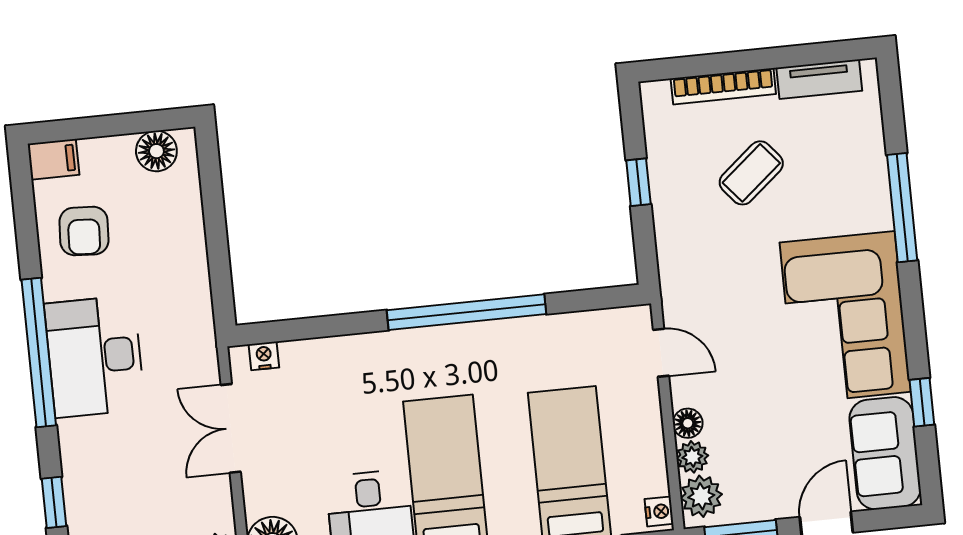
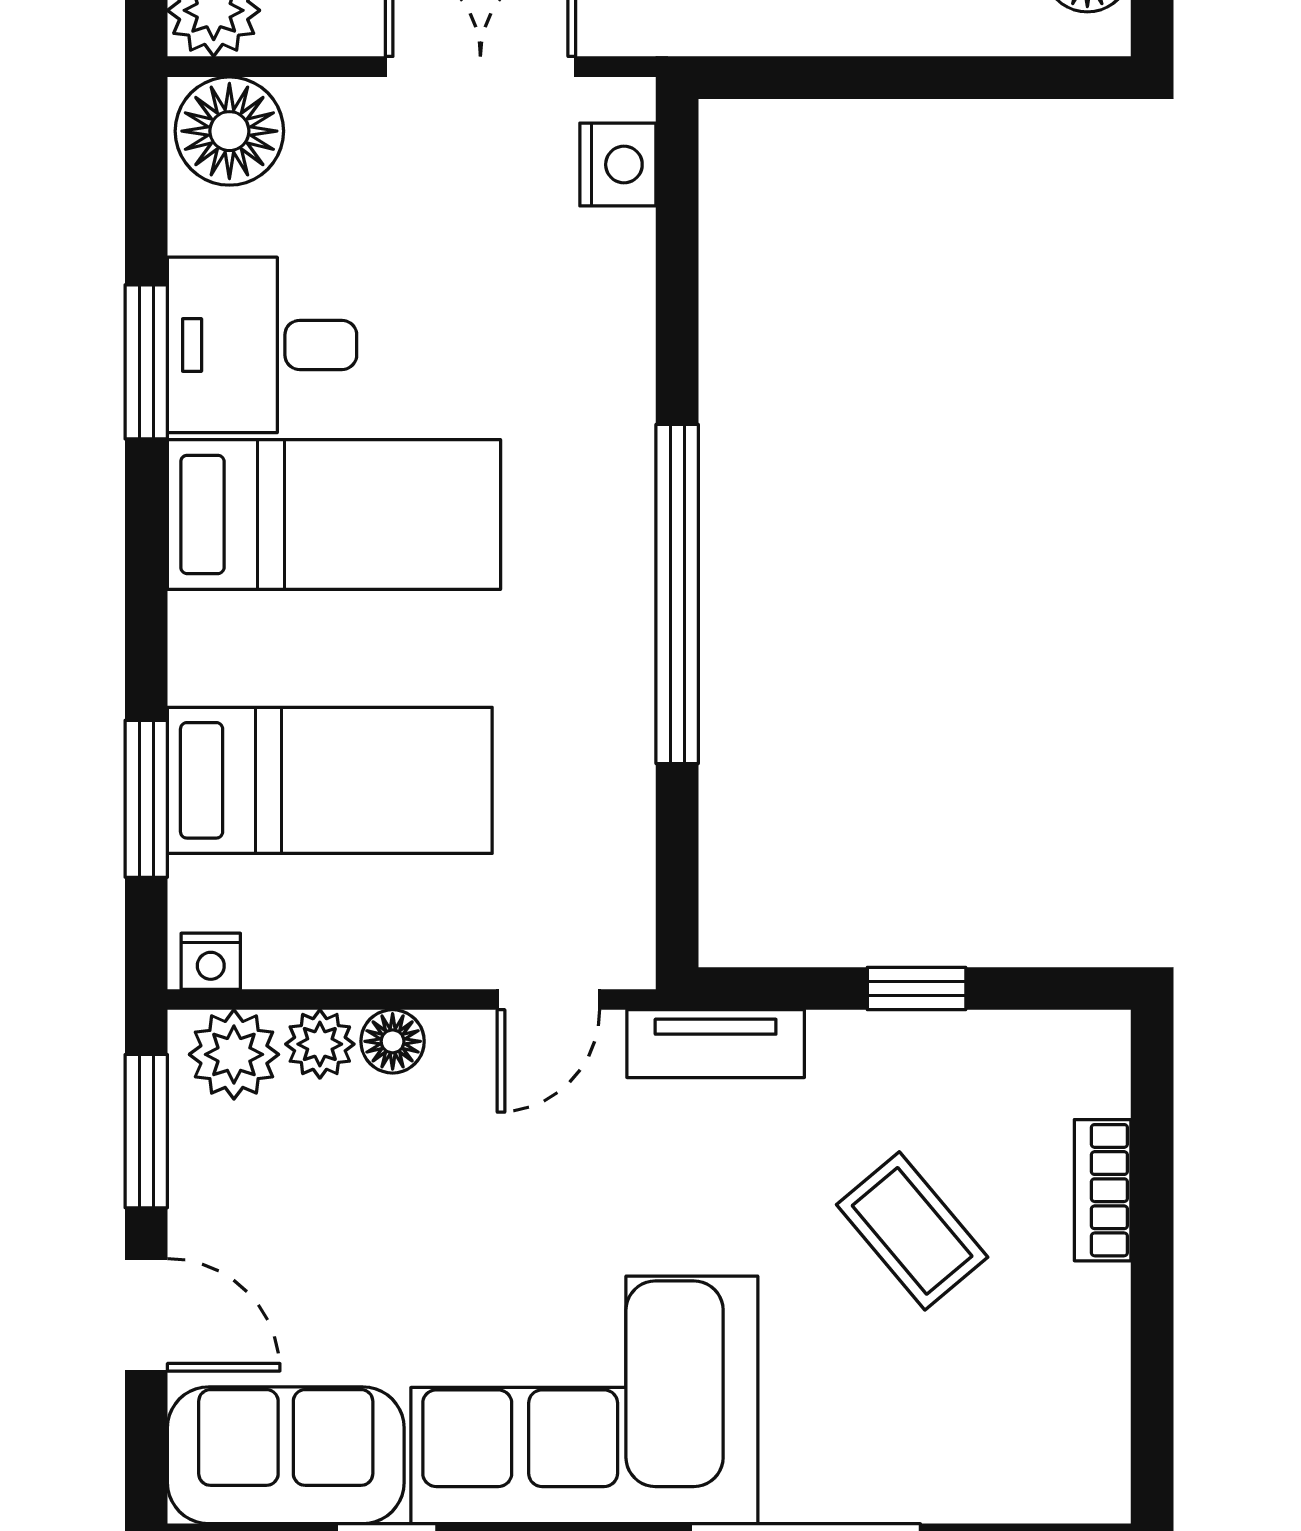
tv unit: (819, 79) -> (716, 1044), moved, turned -90
bookcase: (723, 86) -> (1103, 1190), width x0.64
nightstand: (264, 356) -> (618, 165), width x1.39, depth x1.35

